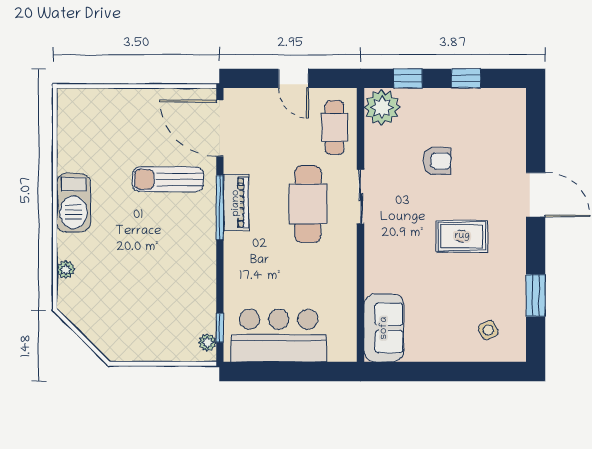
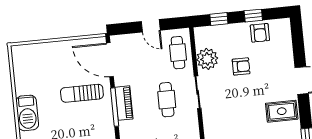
plant: (382, 107) -> (207, 59), moved
armchair: (474, 108) -> (260, 33), added
cafe table: (308, 204) -> (167, 100), width x0.73, depth x0.74
rug: (462, 236) -> (282, 111), moved

